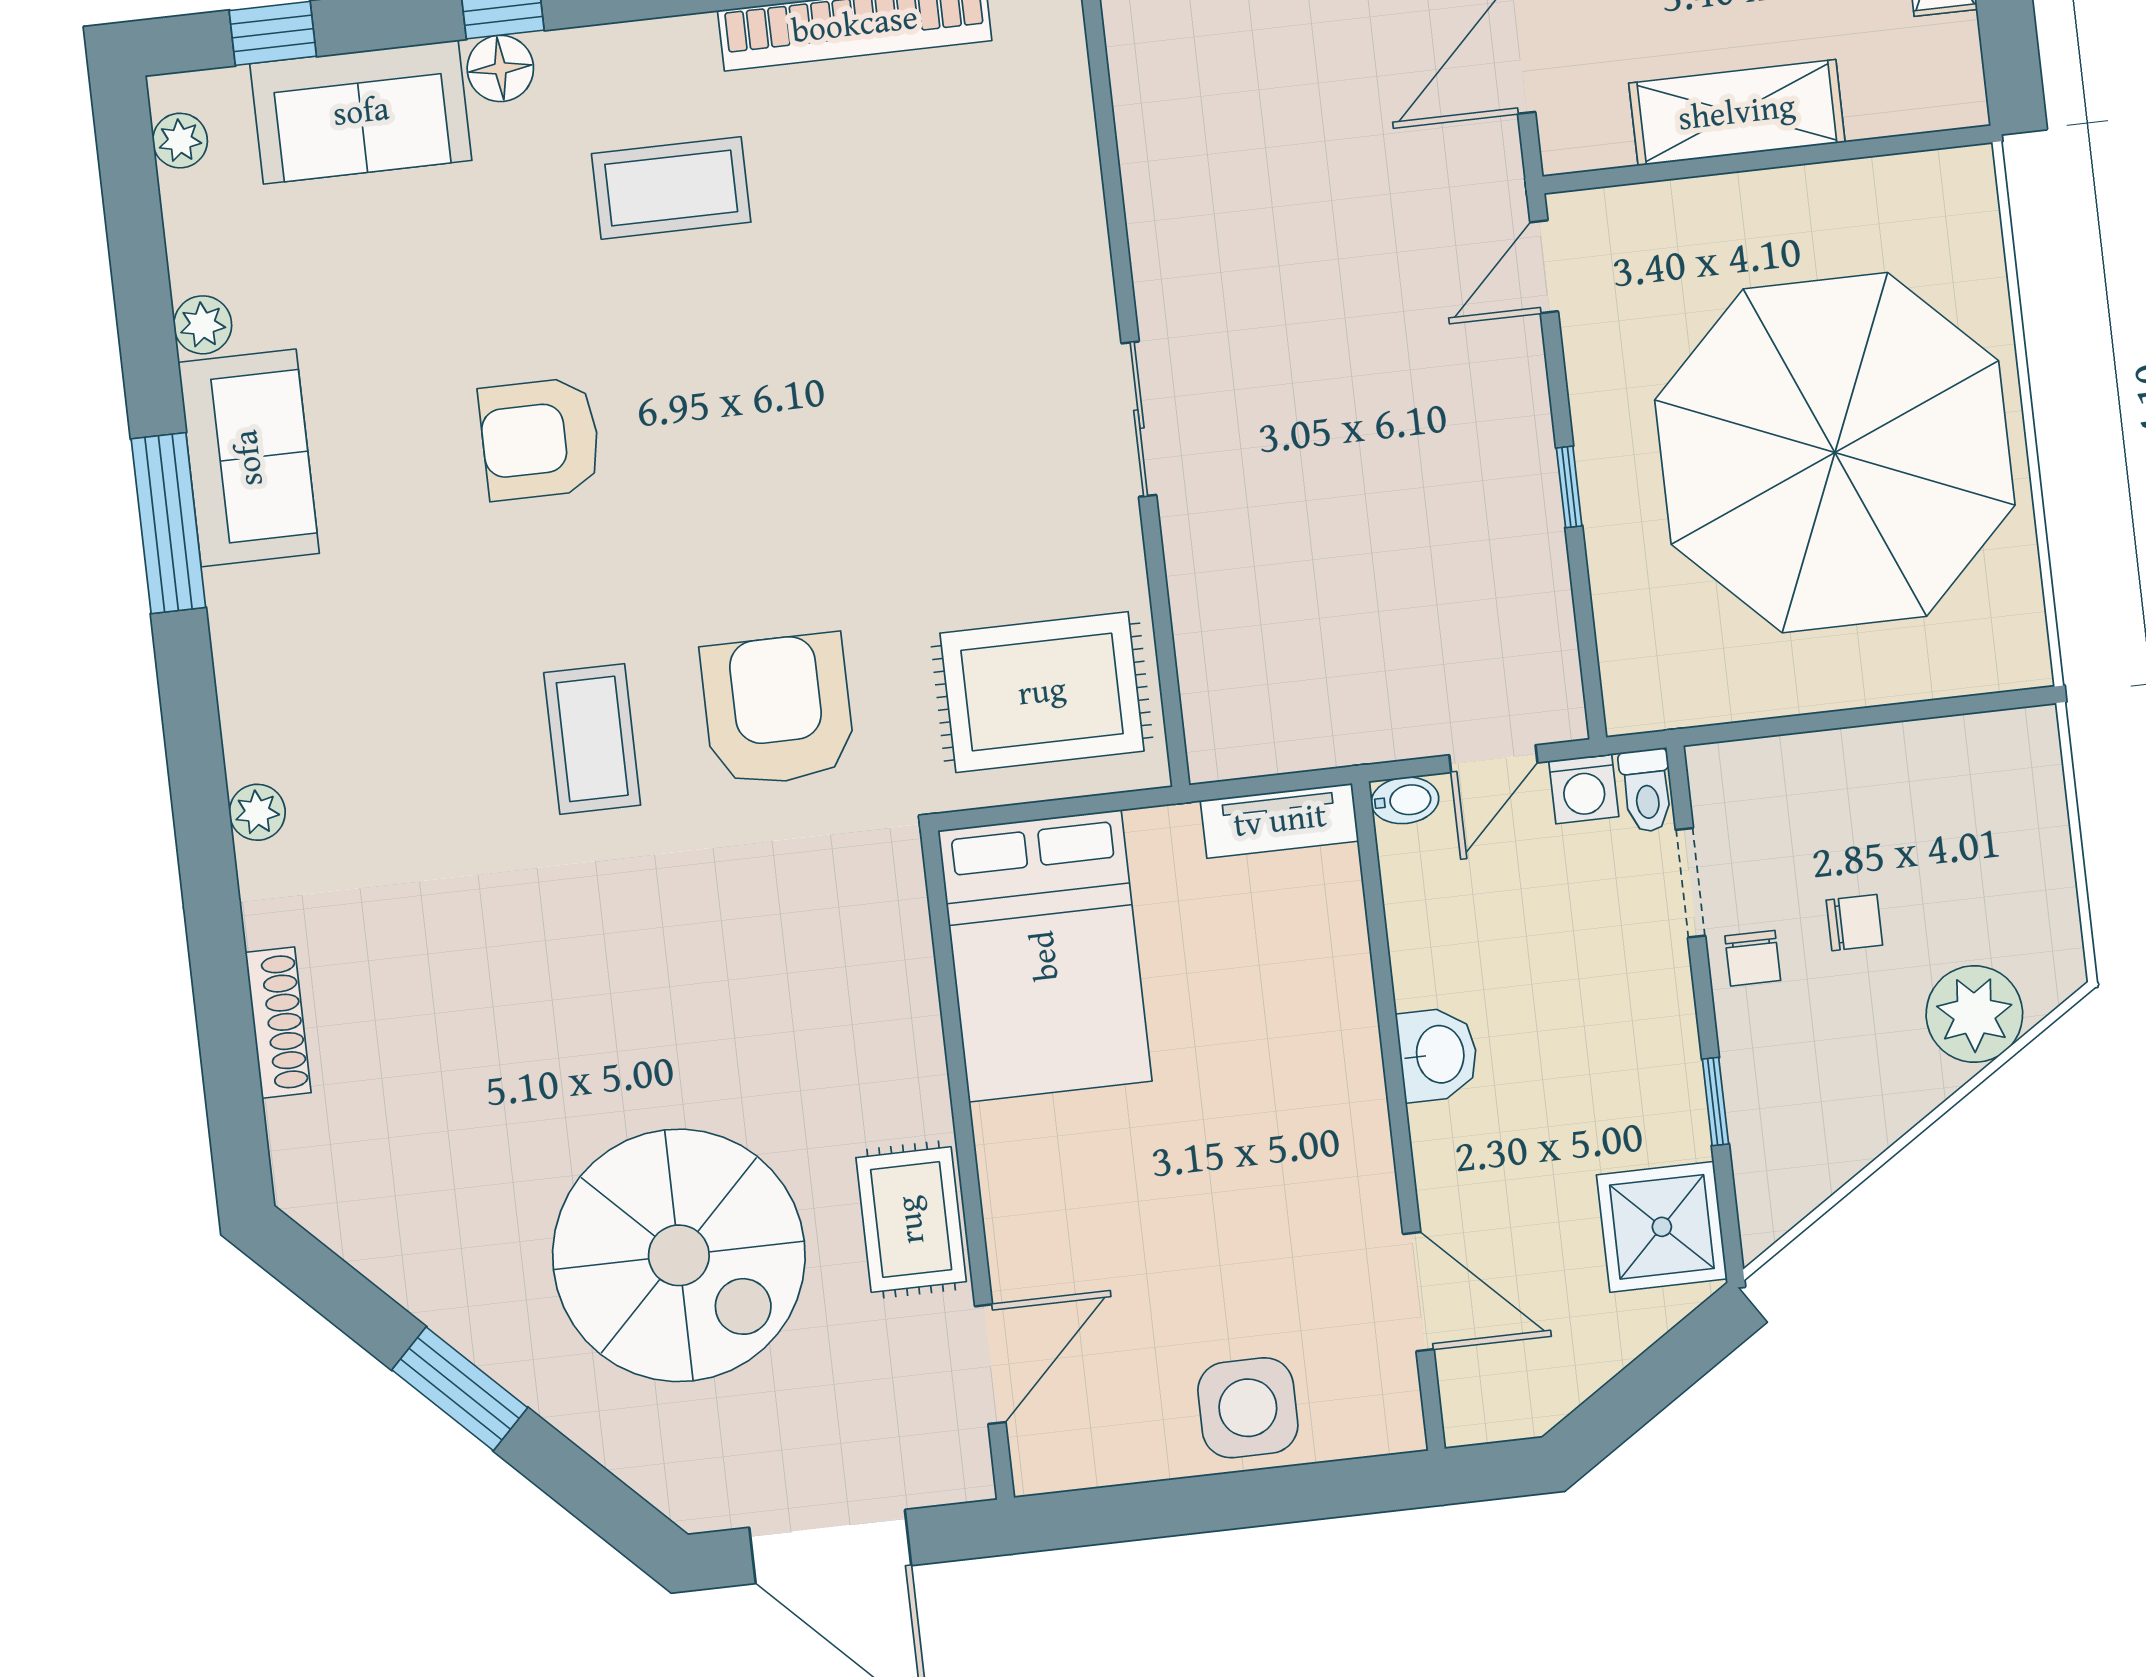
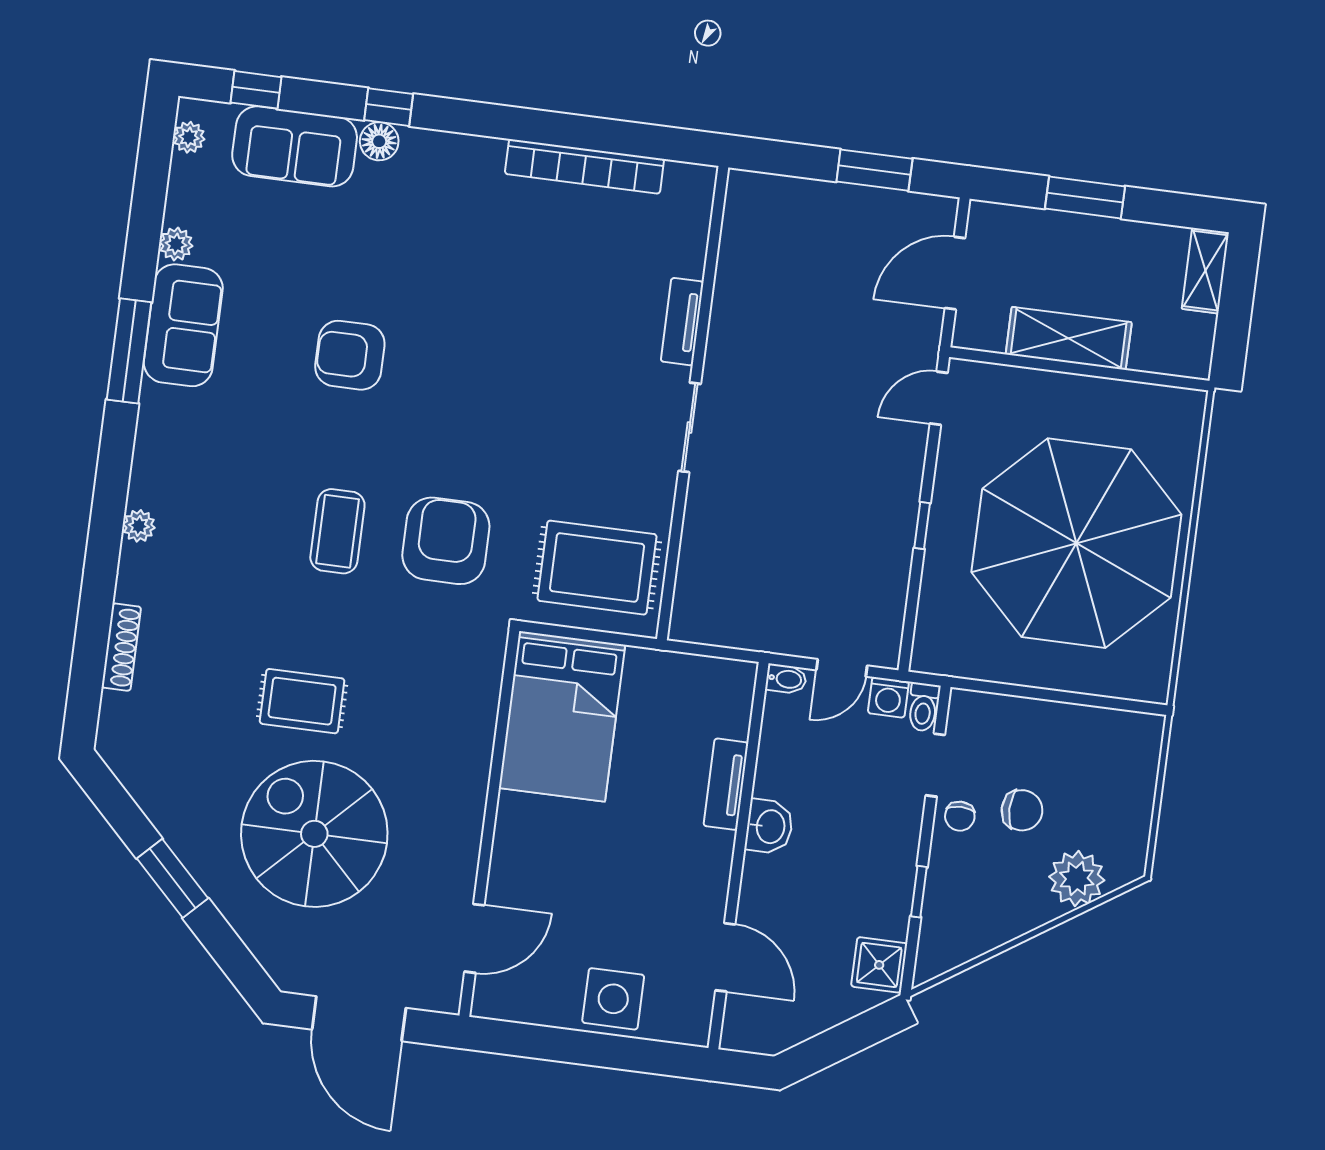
coffee table: (671, 188) -> (459, 232), removed
tv unit: (1083, 245) -> (682, 322), added
tv unit: (1280, 821) -> (726, 784), moved, turned 90
chair: (1854, 923) -> (1022, 810), width x1.37, depth x1.37
rug: (911, 1220) -> (302, 701), moved, turned 90
shower: (1662, 1227) -> (879, 965), width x0.73, depth x0.73
spiral stairs: (679, 1255) -> (314, 834), turned 180

